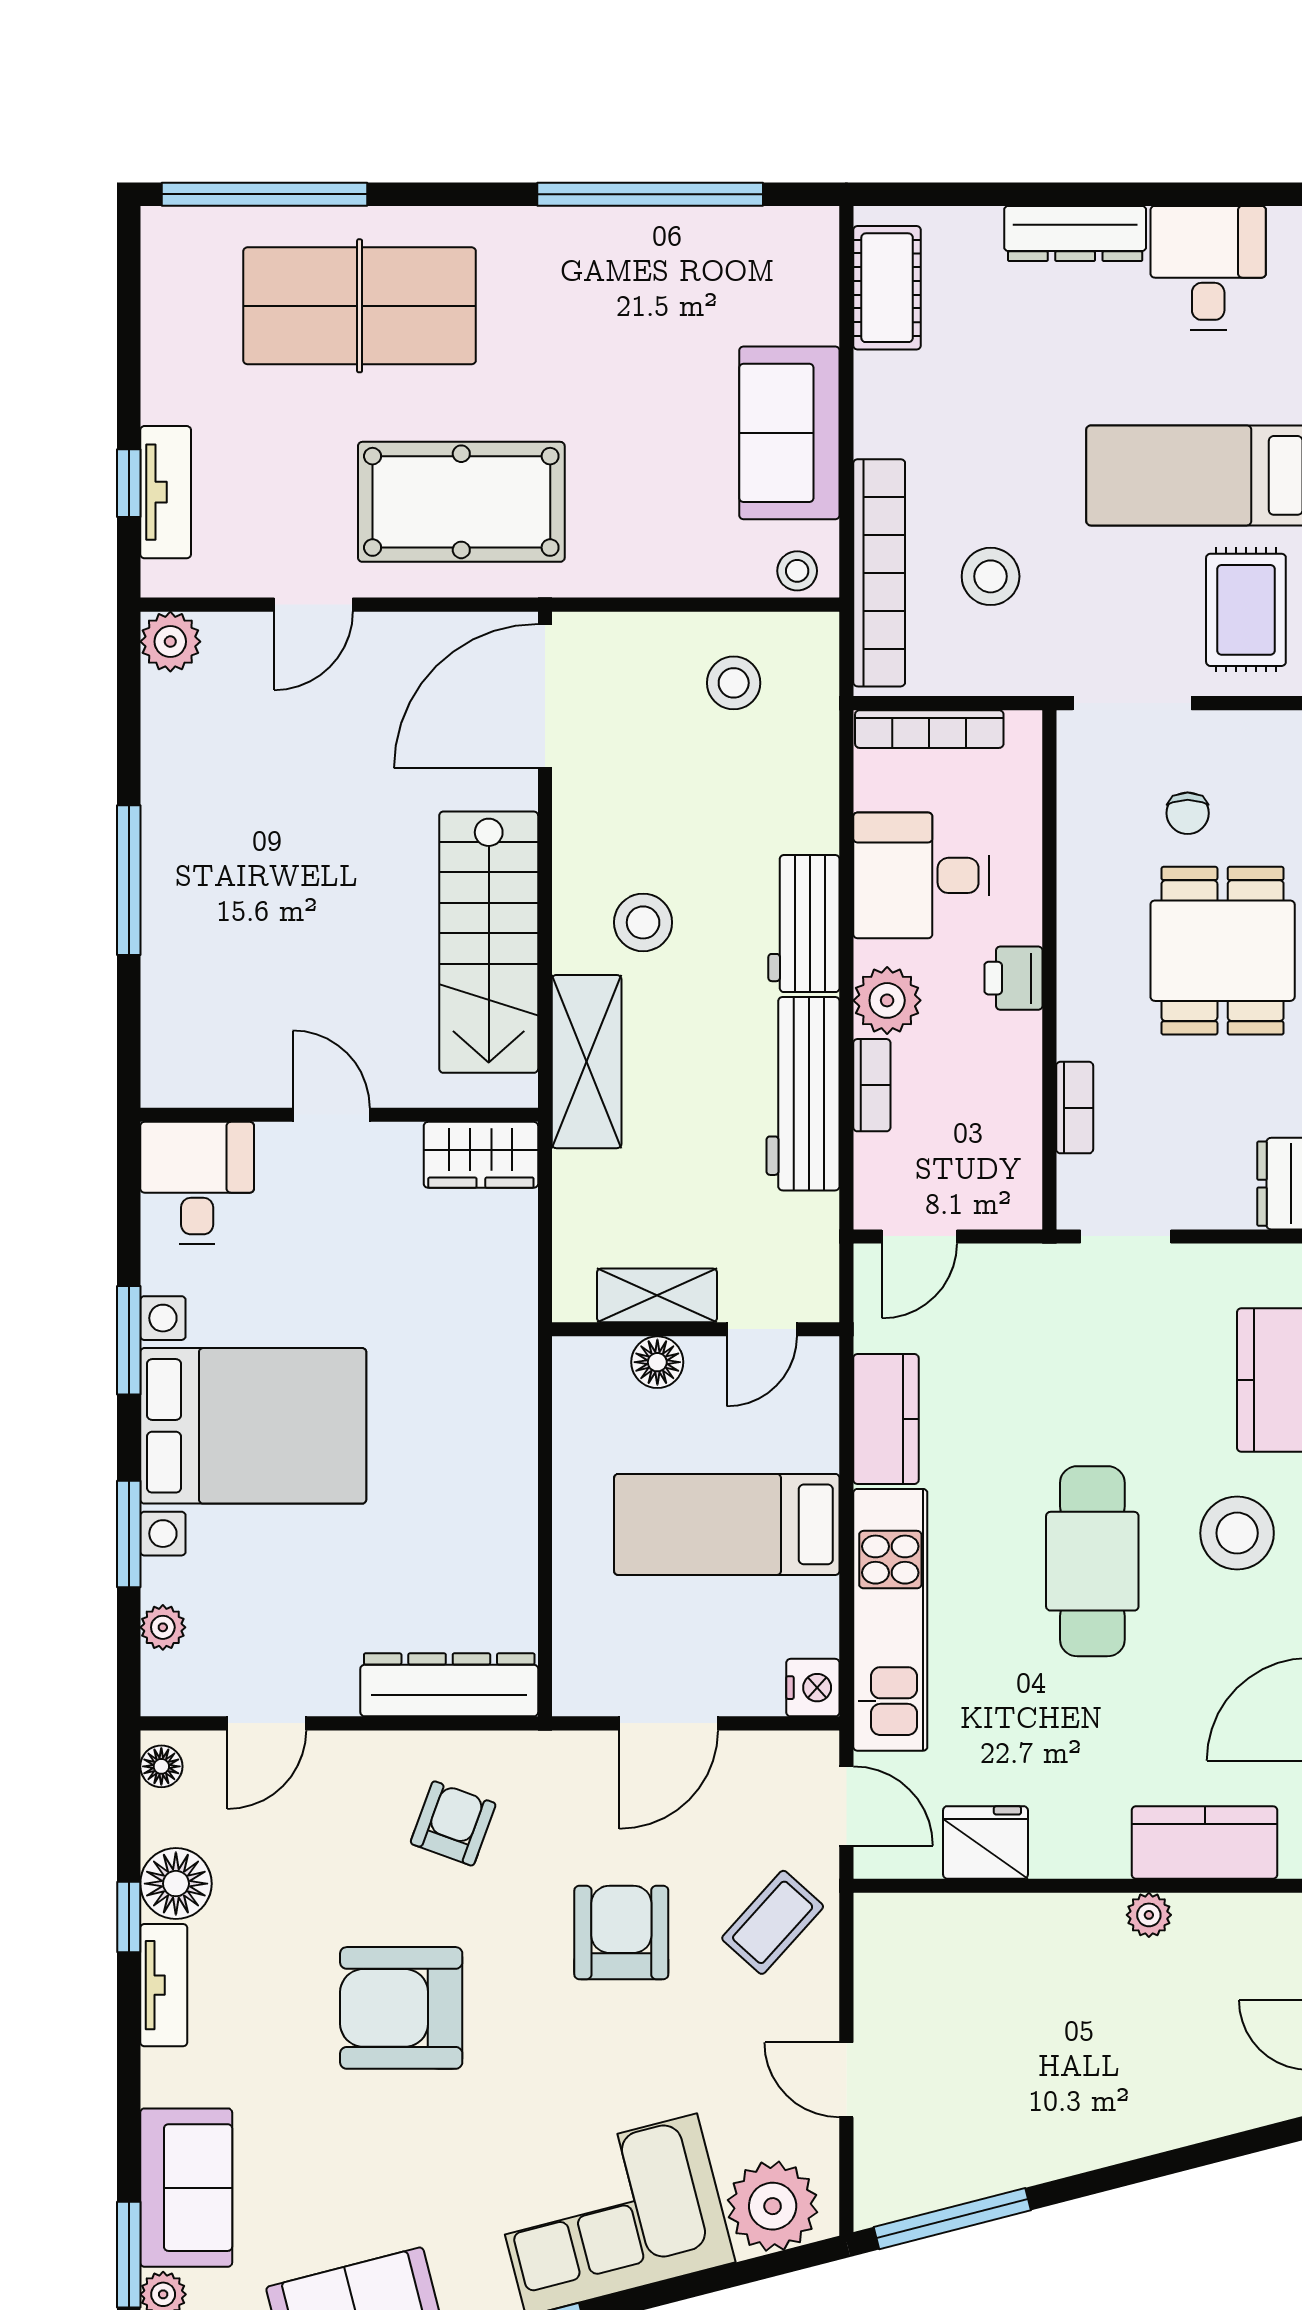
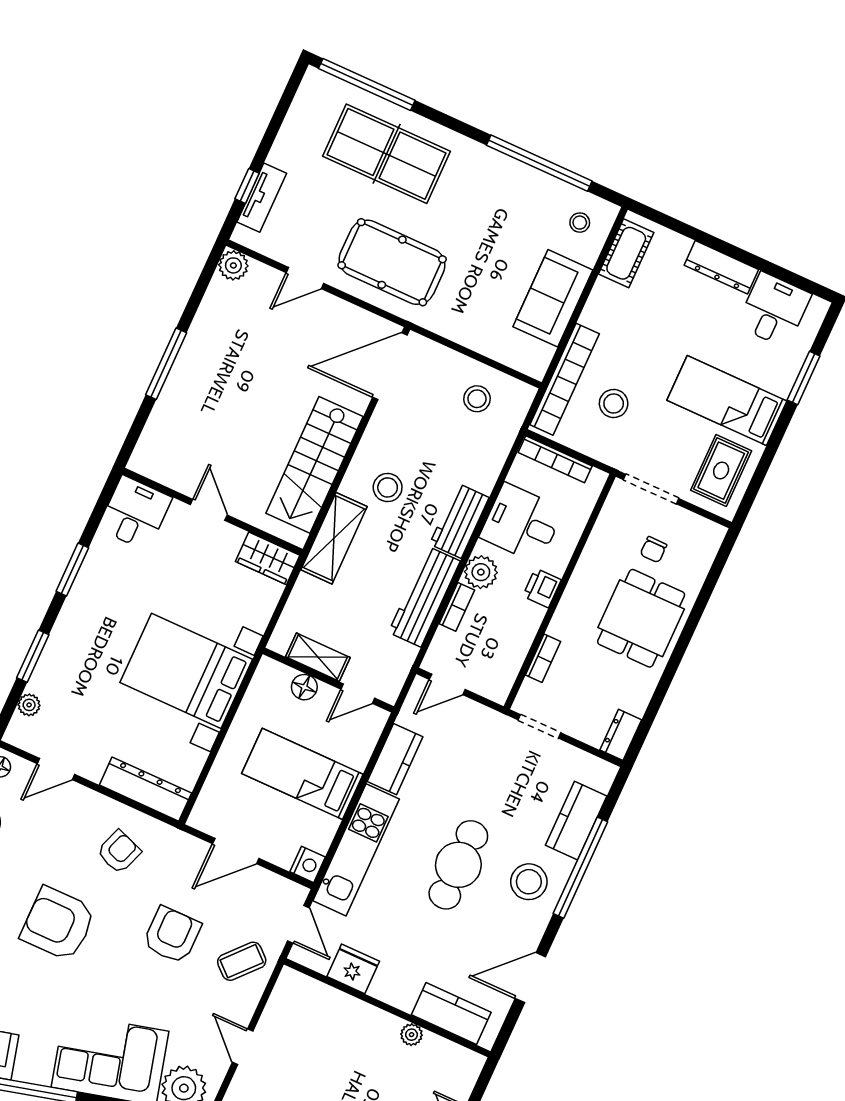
stool: (797, 571) -> (580, 223), moved
bed with nightstands: (253, 1426) -> (186, 671), moved, turned 180

